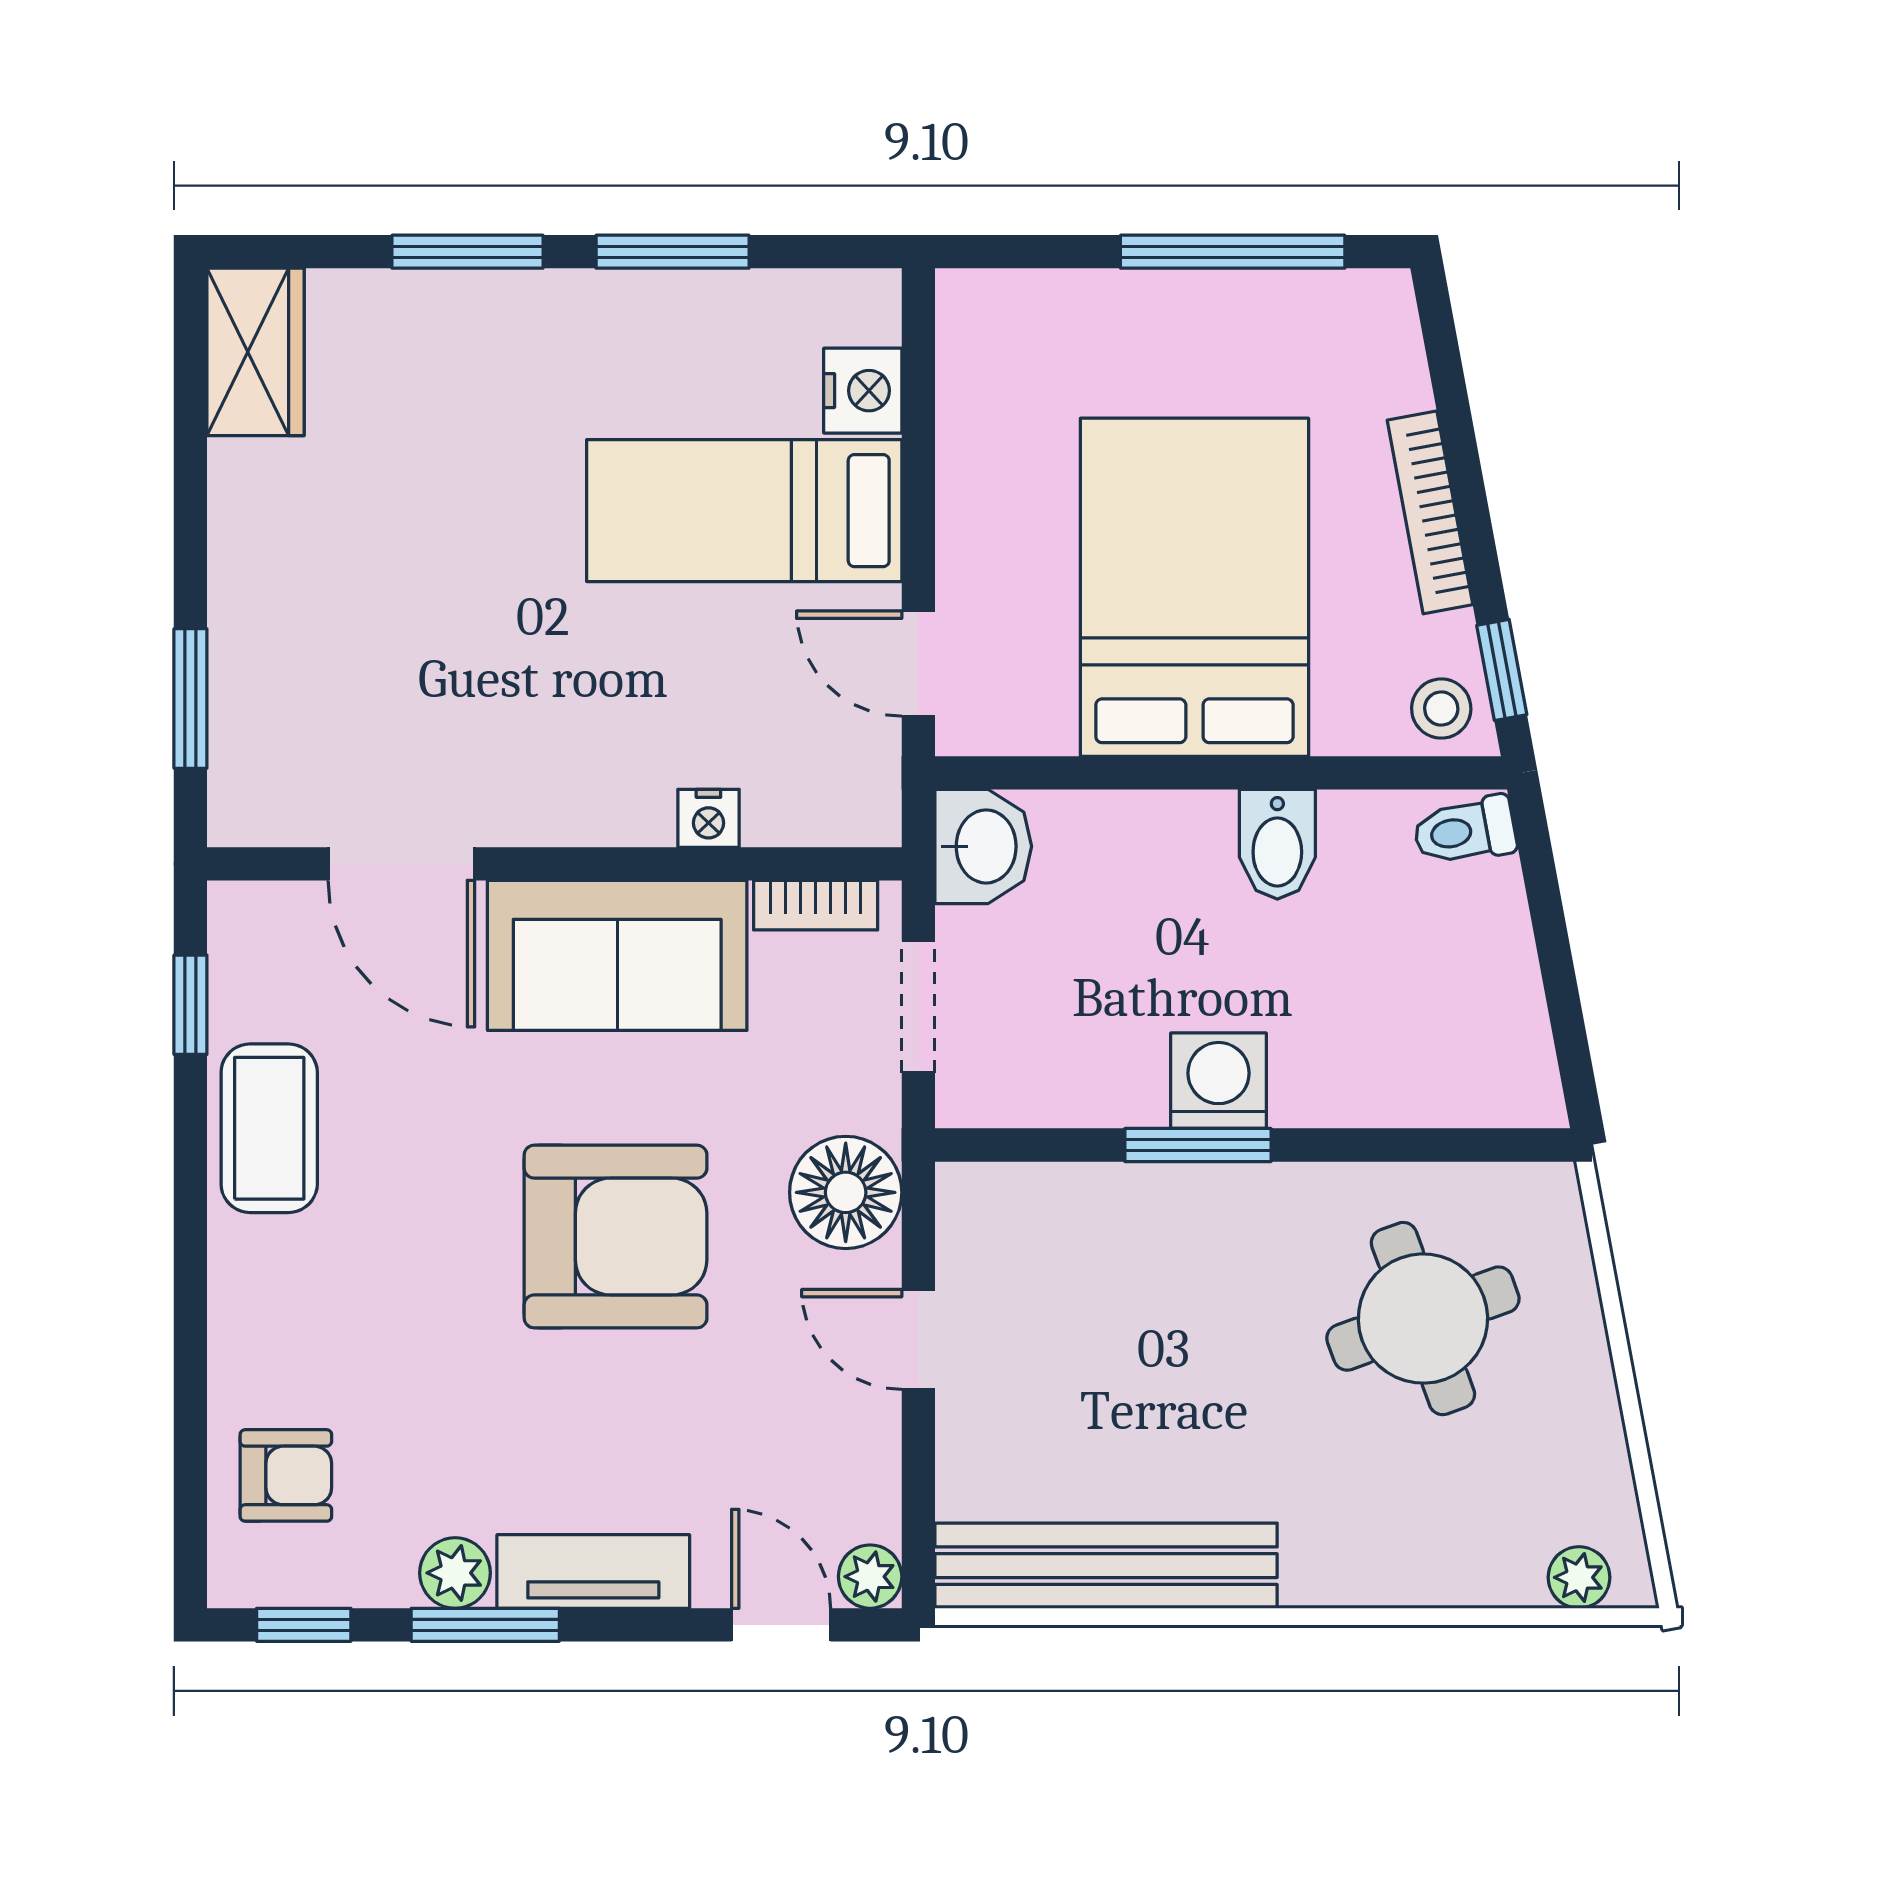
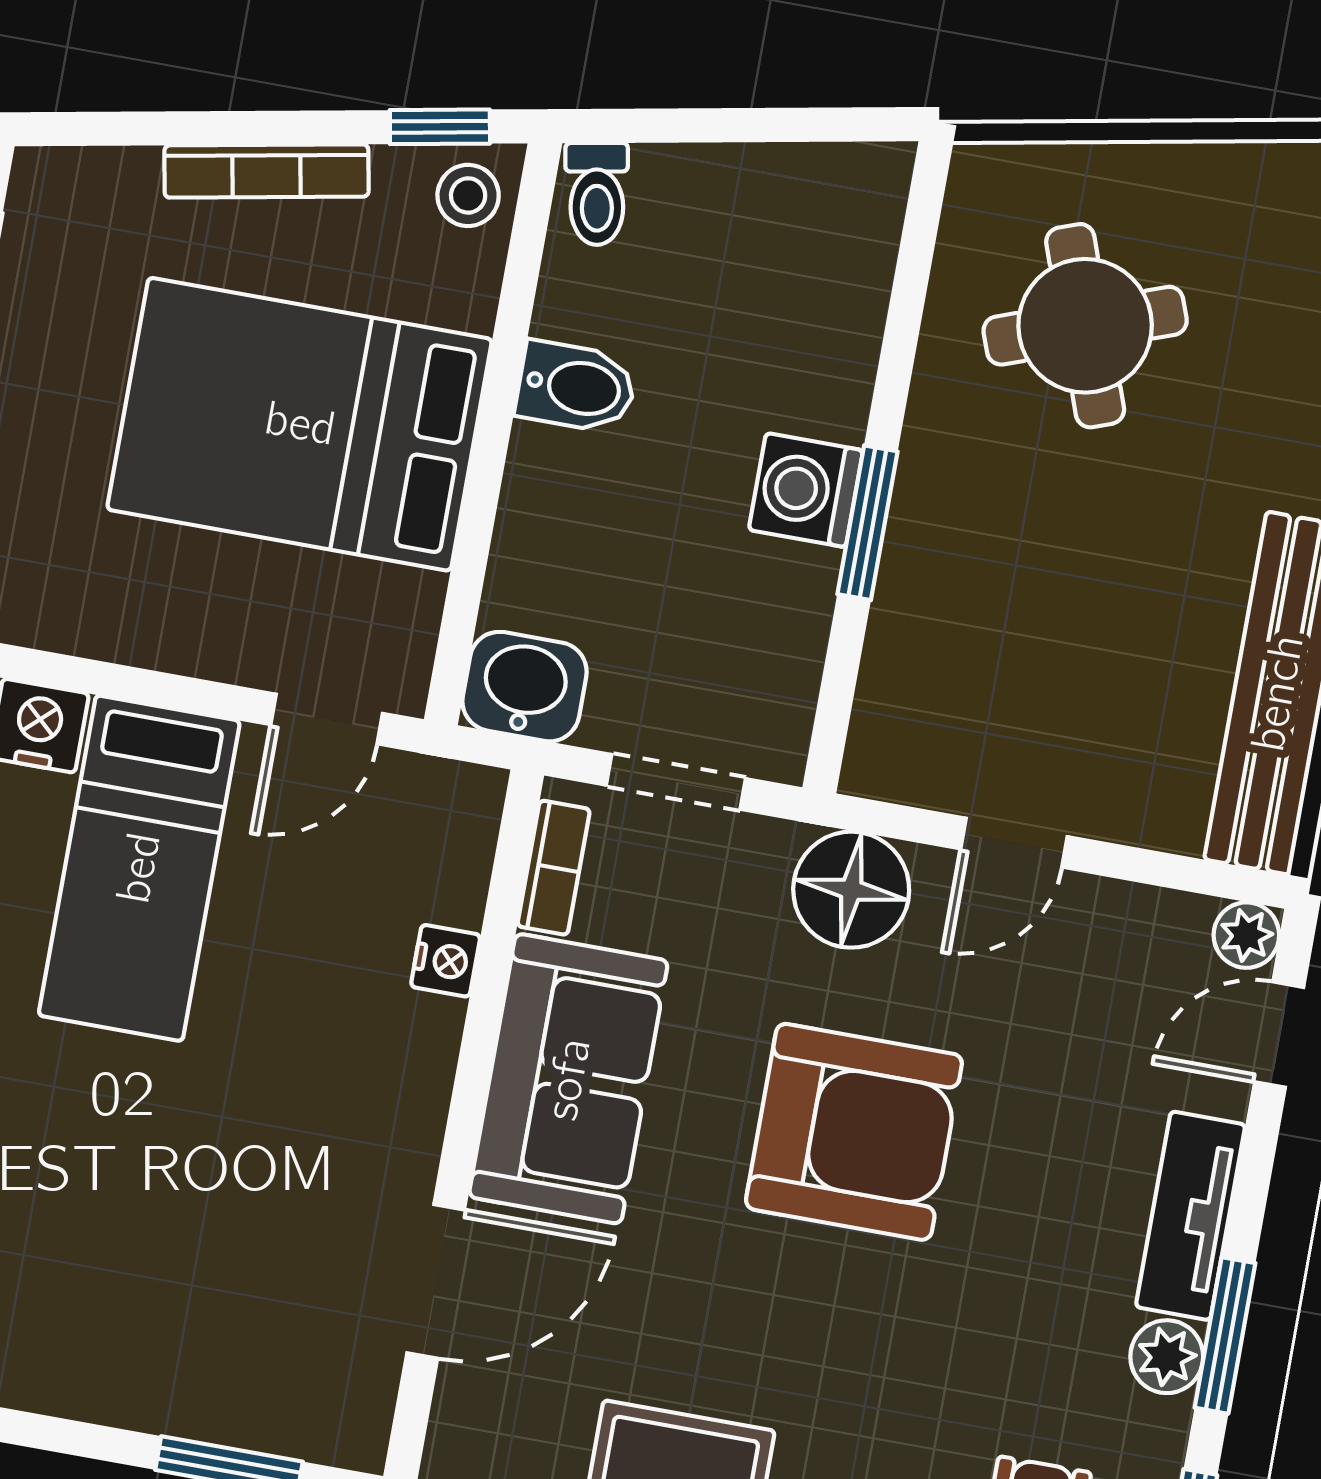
armchair: (616, 1237) -> (854, 1132), turned 90

